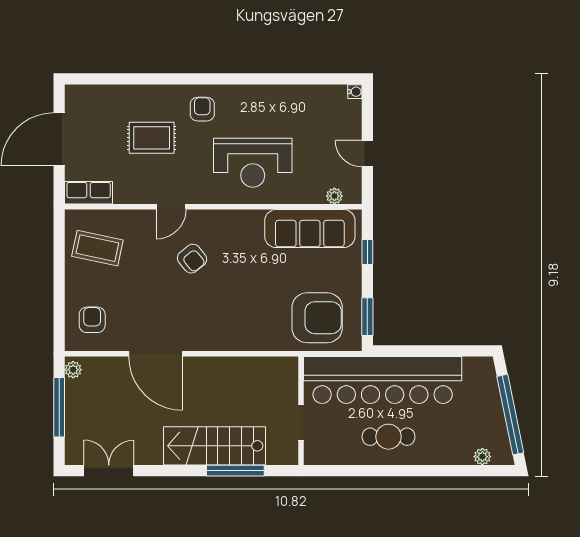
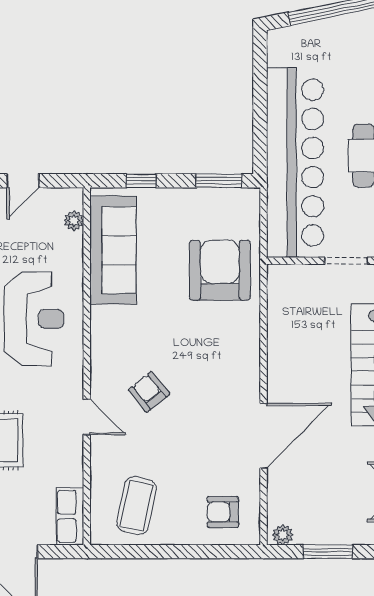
armchair: (192, 259) -> (149, 392), turned -90
armchair: (317, 318) -> (220, 270), moved
window: (59, 407) -> (328, 552), width x0.69

